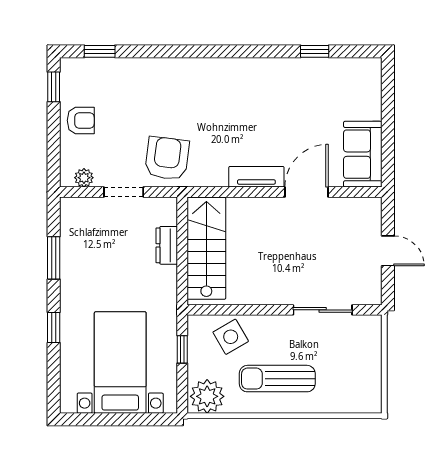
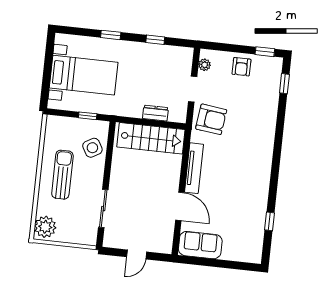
tv unit: (256, 177) -> (194, 168), width x1.41
window: (54, 258) -> (155, 40), width x0.67
plant: (207, 396) -> (45, 227), moved

